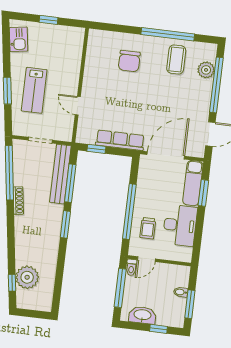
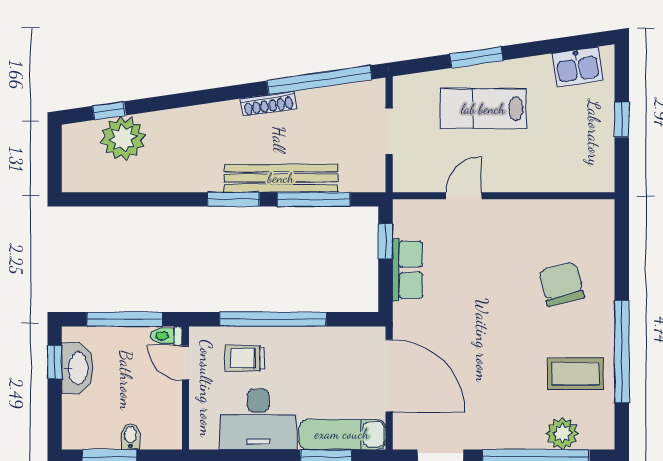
chair: (129, 61) -> (562, 284), turned 76
row of seats: (120, 140) -> (408, 270), width x0.68
bench: (60, 174) -> (281, 178), moved
window: (158, 329) -> (55, 362), moved

